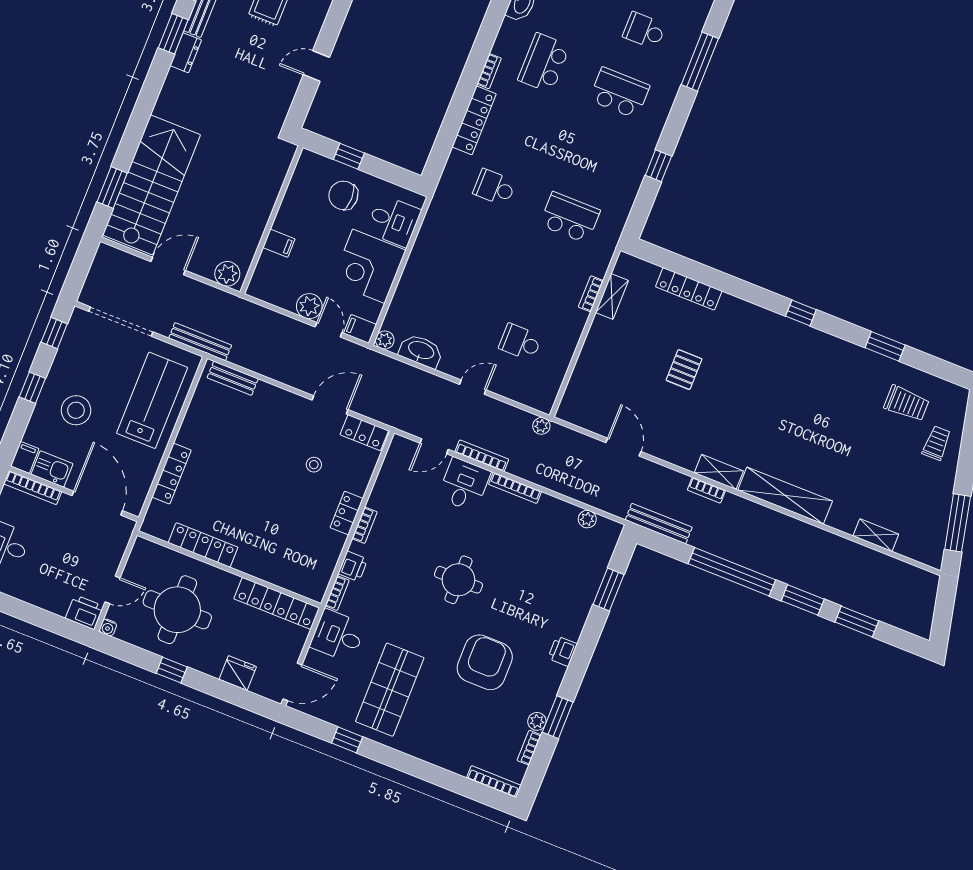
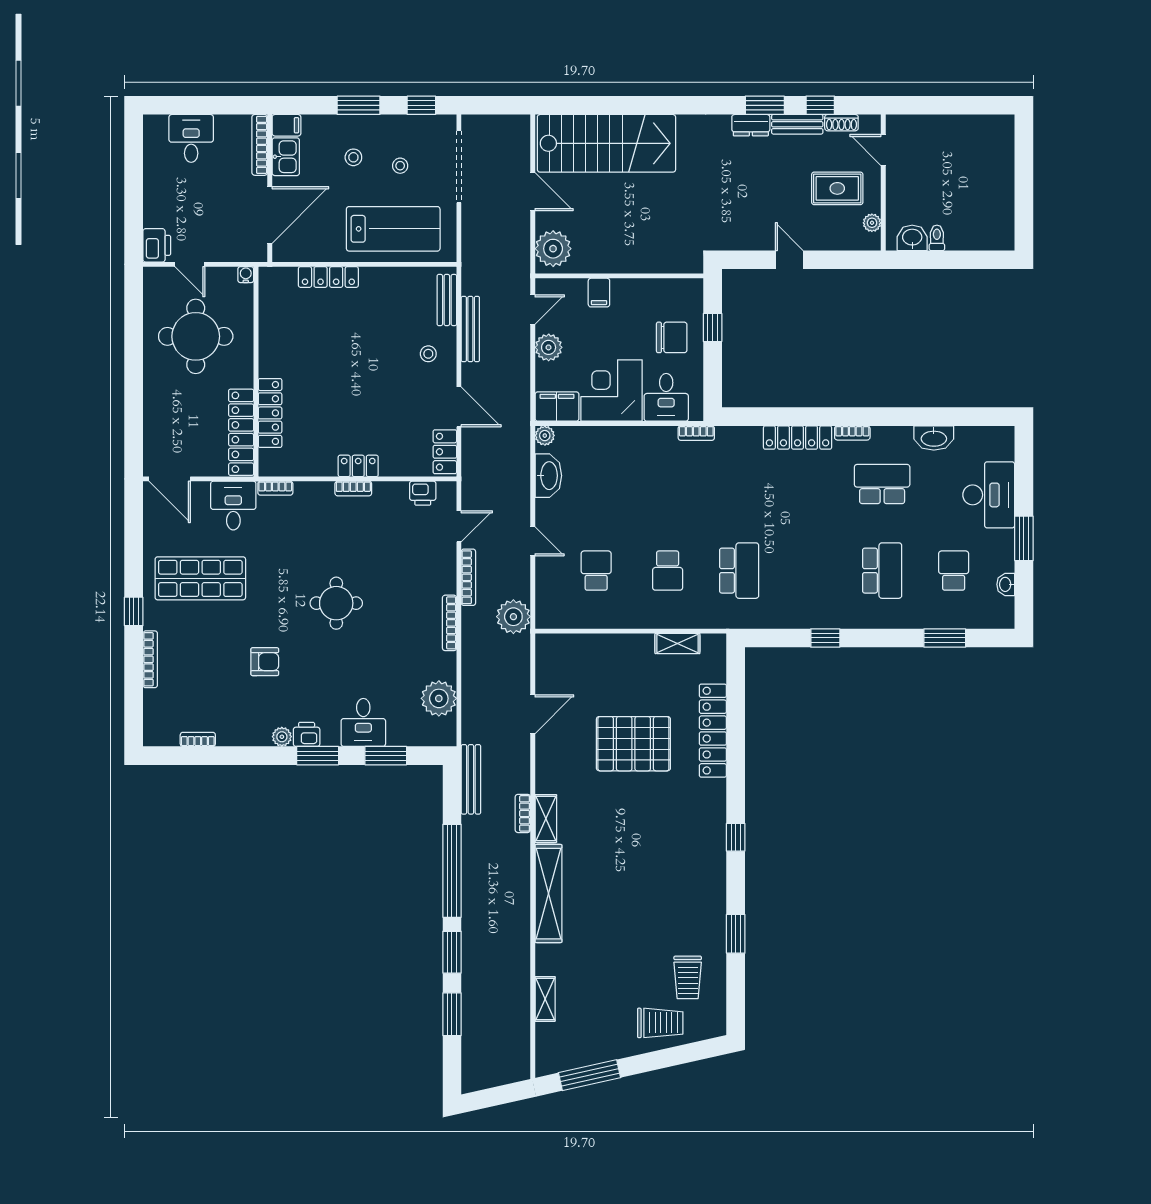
window: (700, 62) -> (945, 638), width x0.69
window: (112, 187) -> (588, 105), removed
school desk: (494, 187) -> (668, 571), moved, turned 180
chair: (343, 195) -> (672, 337), turned 90
plant: (227, 274) -> (553, 249), width x1.36, depth x1.36
locker: (689, 289) -> (713, 731), width x1.41, depth x1.21
bookcase: (591, 294) -> (696, 433), moved, turned 180
filing cabinet: (360, 329) -> (557, 407), width x2.00
door: (329, 330) -> (533, 310), moved
bench: (200, 342) -> (470, 329), moved
pallet: (684, 370) -> (633, 744), width x2.05, depth x2.00
stool: (99, 372) -> (400, 166), added
window: (32, 388) -> (359, 105), width x1.50
stool: (76, 410) -> (353, 157), width x0.53, depth x0.53
plant: (541, 426) -> (513, 617), width x1.88, depth x1.88
trolley: (937, 443) -> (660, 1023), width x1.36, depth x1.39
door: (434, 446) -> (459, 526), swing flipped
stool: (314, 465) -> (428, 354), moved
desk: (464, 485) -> (363, 722), moved, turned 90
plant: (587, 519) -> (439, 698), width x1.88, depth x1.88
locker: (203, 545) -> (270, 413), moved
printer: (353, 566) -> (423, 493), moved
water cooler: (108, 627) -> (246, 275), moved, turned 90
armchair: (485, 662) -> (265, 662), width x0.53, depth x0.53
window: (172, 670) -> (134, 355), removed
fridge: (238, 673) -> (157, 421), removed
window: (558, 717) -> (318, 756), moved
plant: (537, 721) -> (282, 737), moved
window: (347, 740) -> (134, 611), moved
bookcase: (494, 782) -> (150, 659), moved

